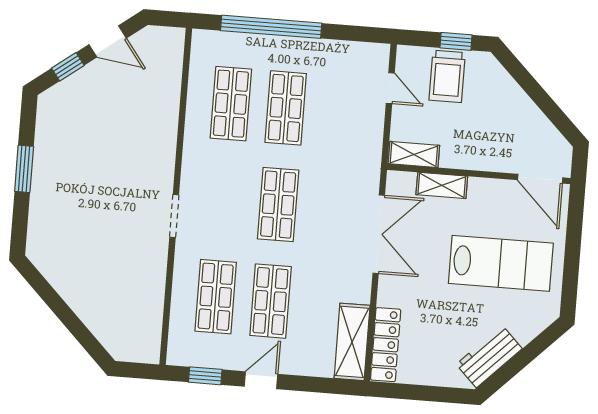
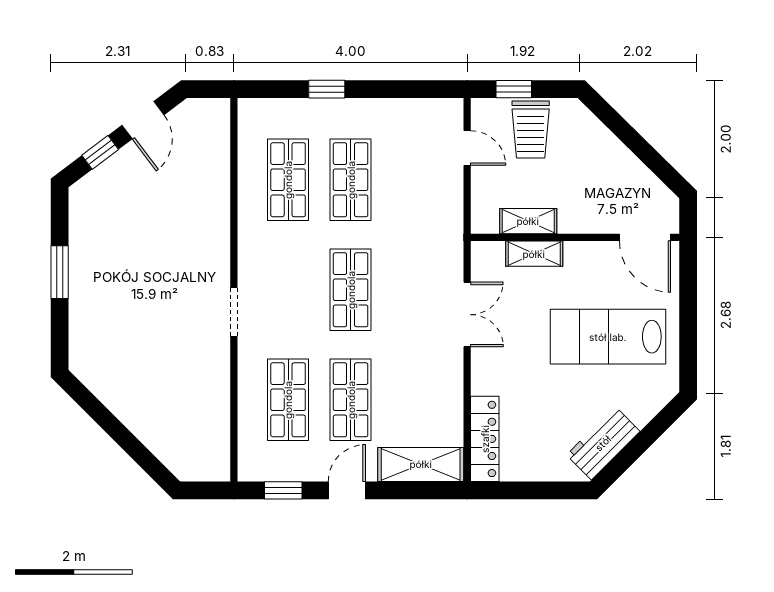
window: (271, 27) -> (327, 89), width x0.32
door: (108, 41) -> (143, 120), hinge flipped
window: (456, 41) -> (514, 89), moved
shelving: (414, 154) -> (528, 221), moved
double door: (379, 234) -> (467, 315), width x0.73
lab bench: (501, 263) -> (608, 337), turned 180
shelving: (352, 342) -> (421, 464), moved, turned 90

